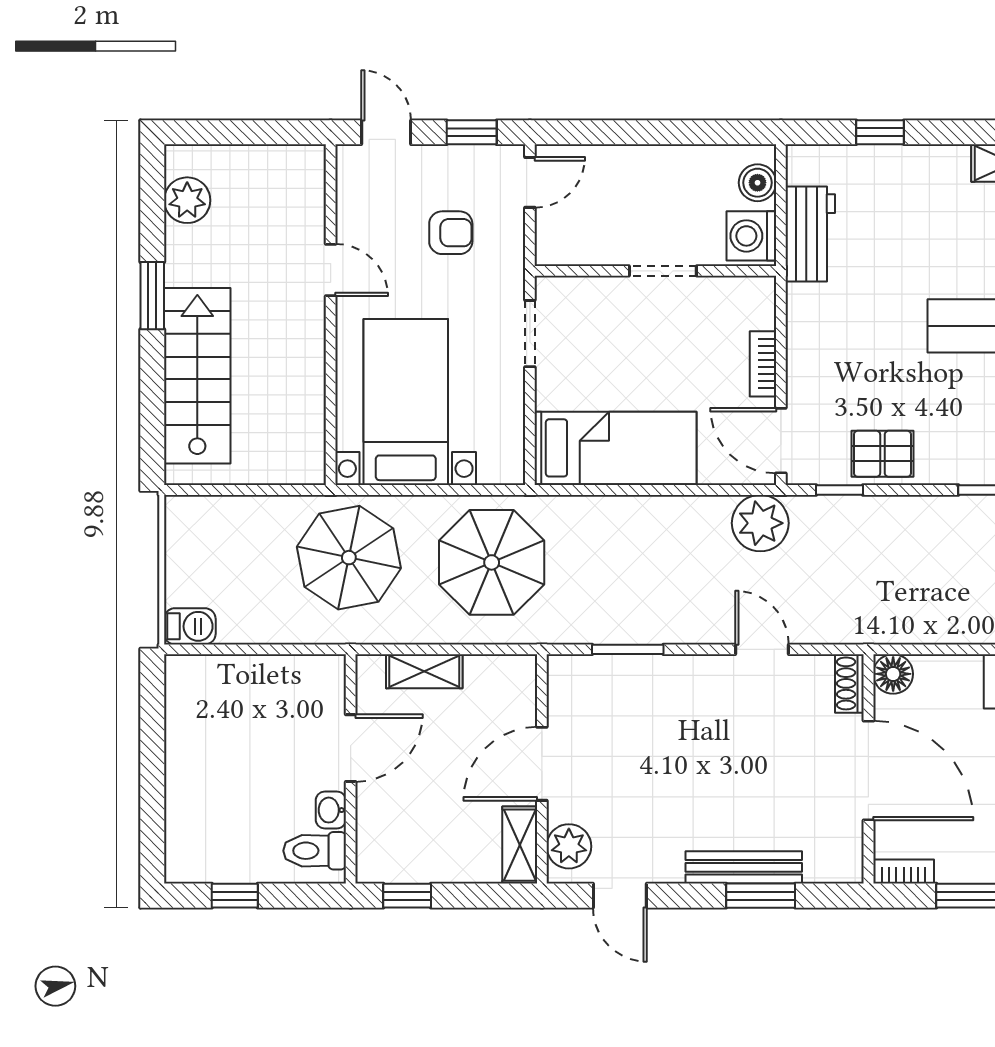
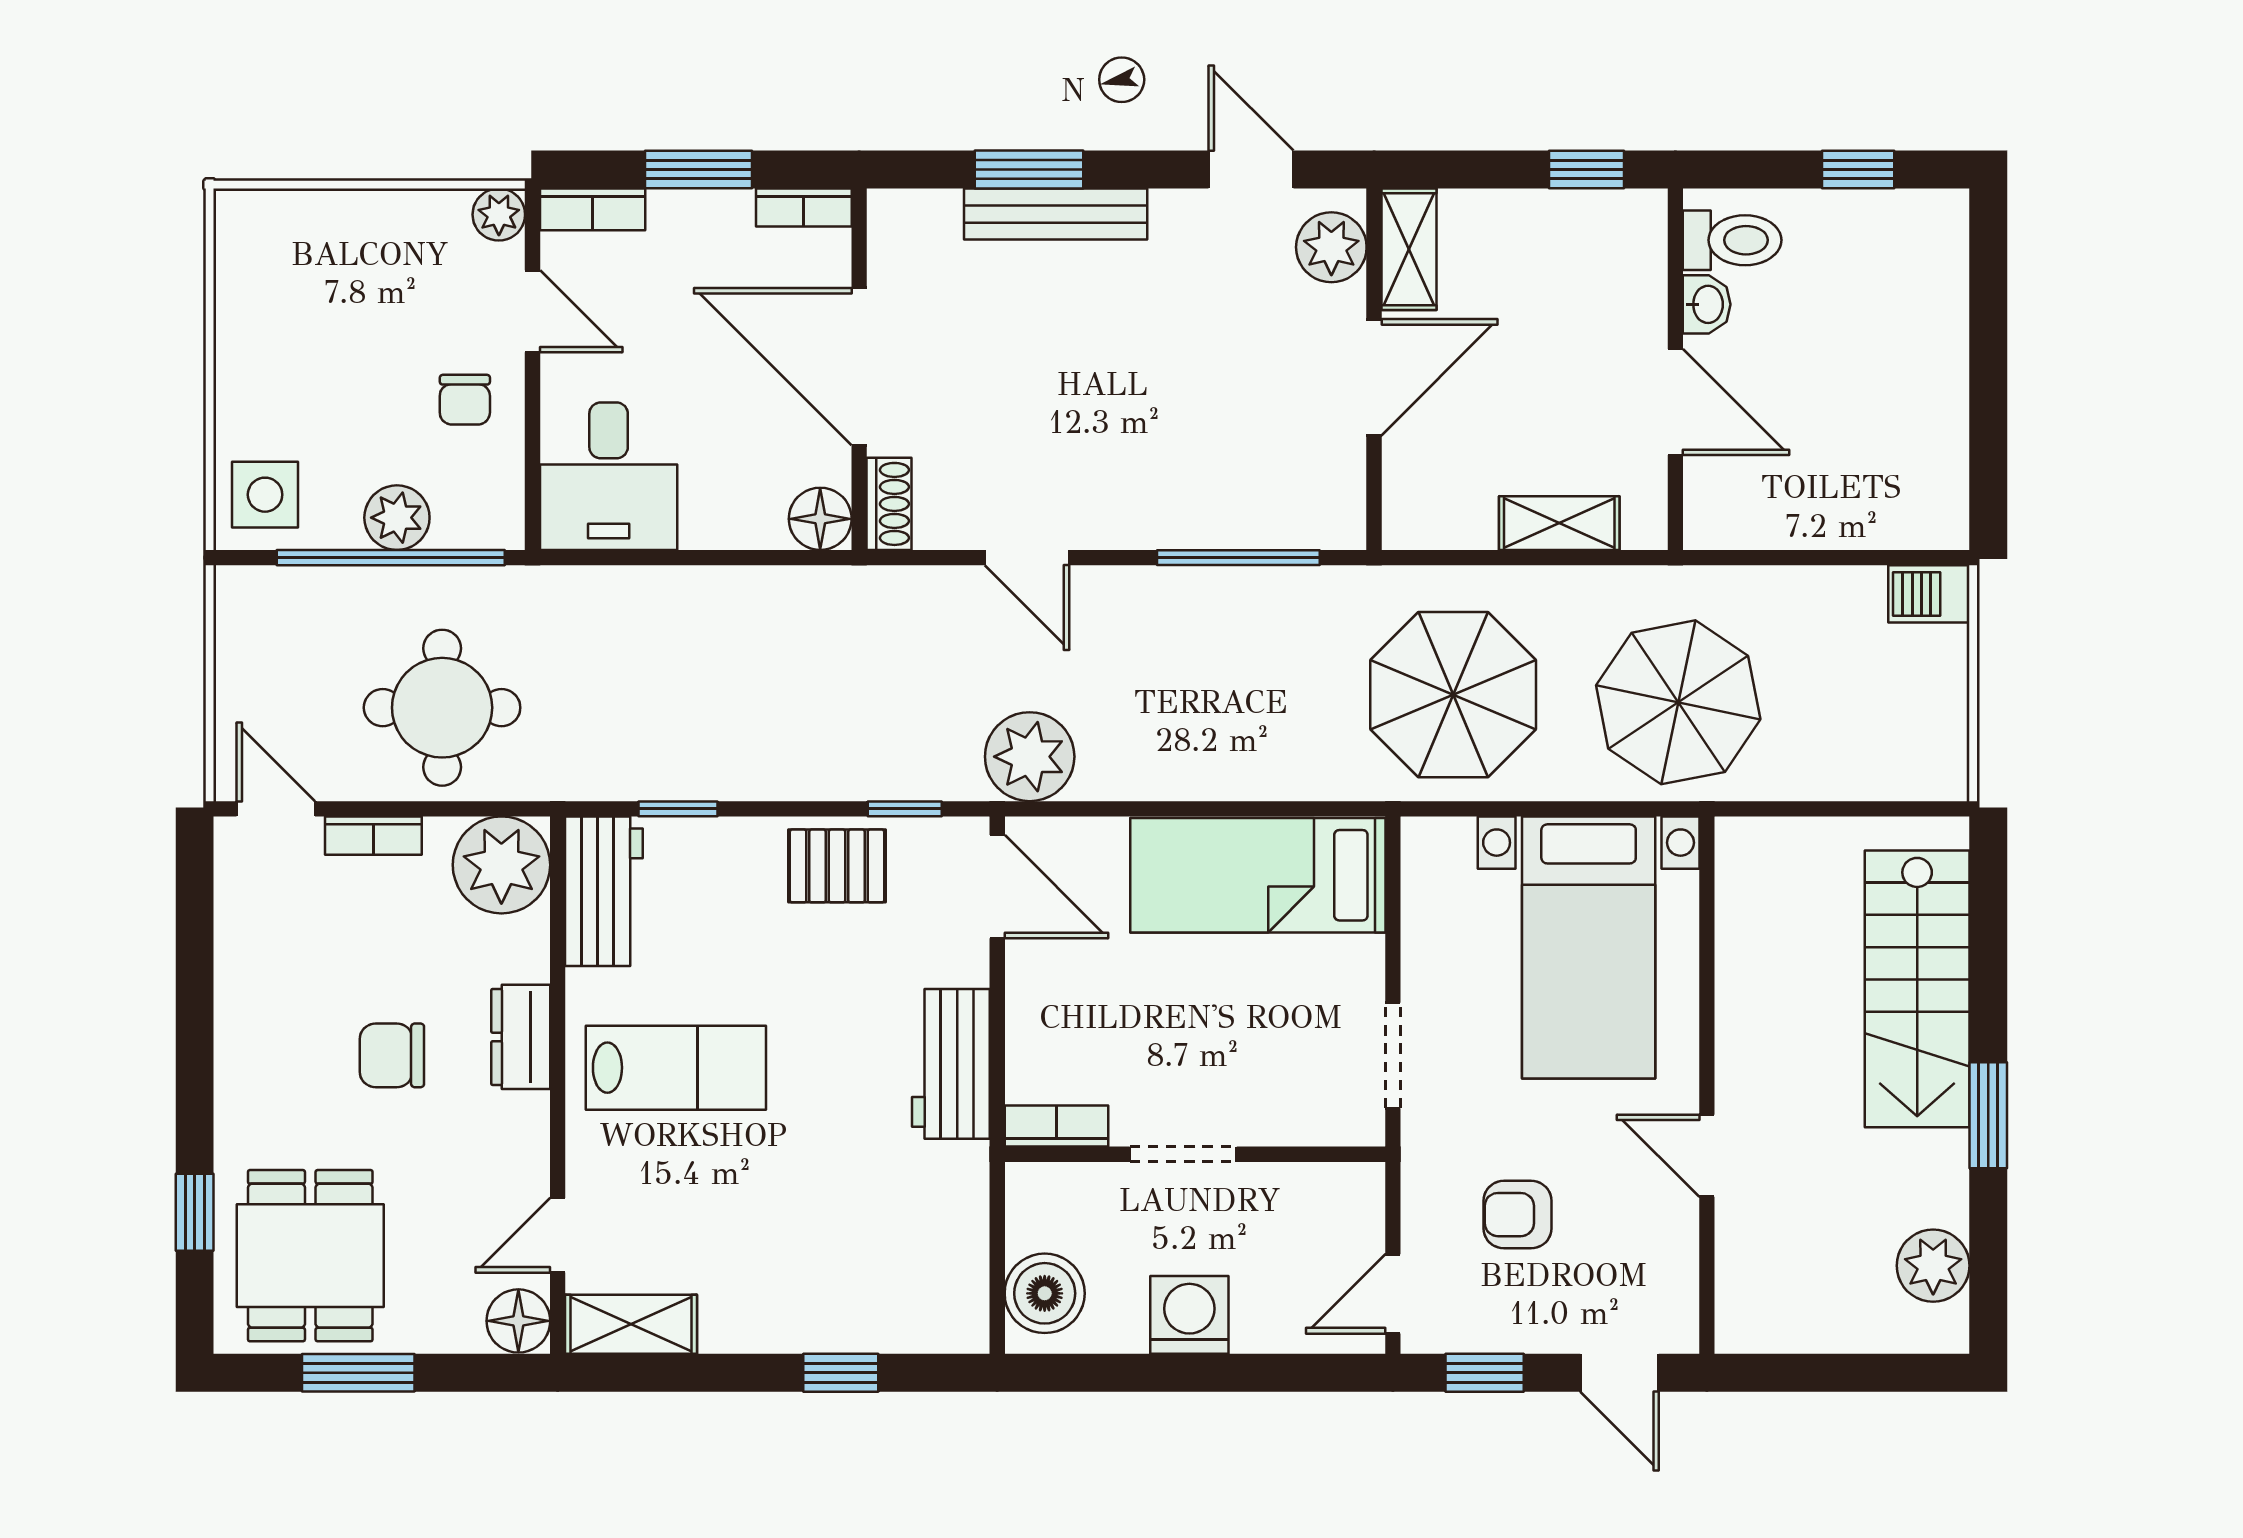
boiler: (757, 183) -> (1045, 1293), width x1.36, depth x1.36
workbench: (810, 234) -> (951, 1064), moved
washing machine: (751, 236) -> (1189, 1315), moved, turned -90
bookcase: (763, 364) -> (1056, 1126), moved, turned -90
window: (628, 649) -> (1238, 558), width x1.44
door: (351, 748) -> (1675, 402), swing flipped

